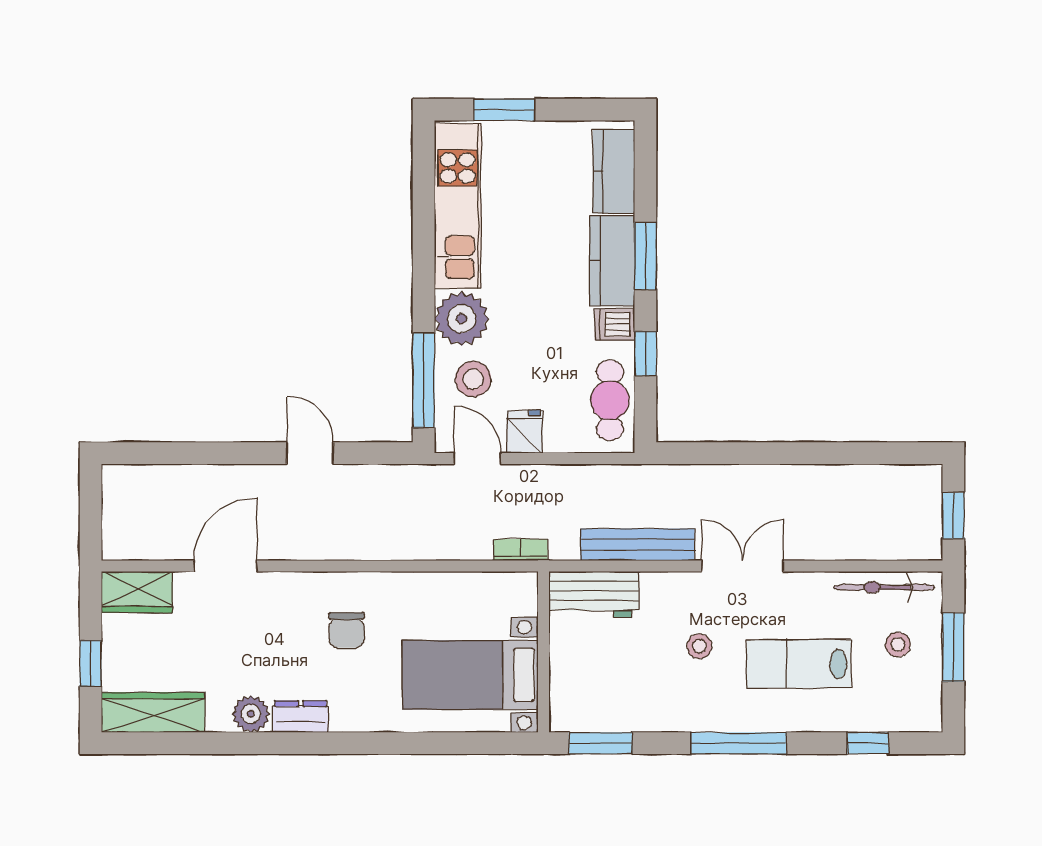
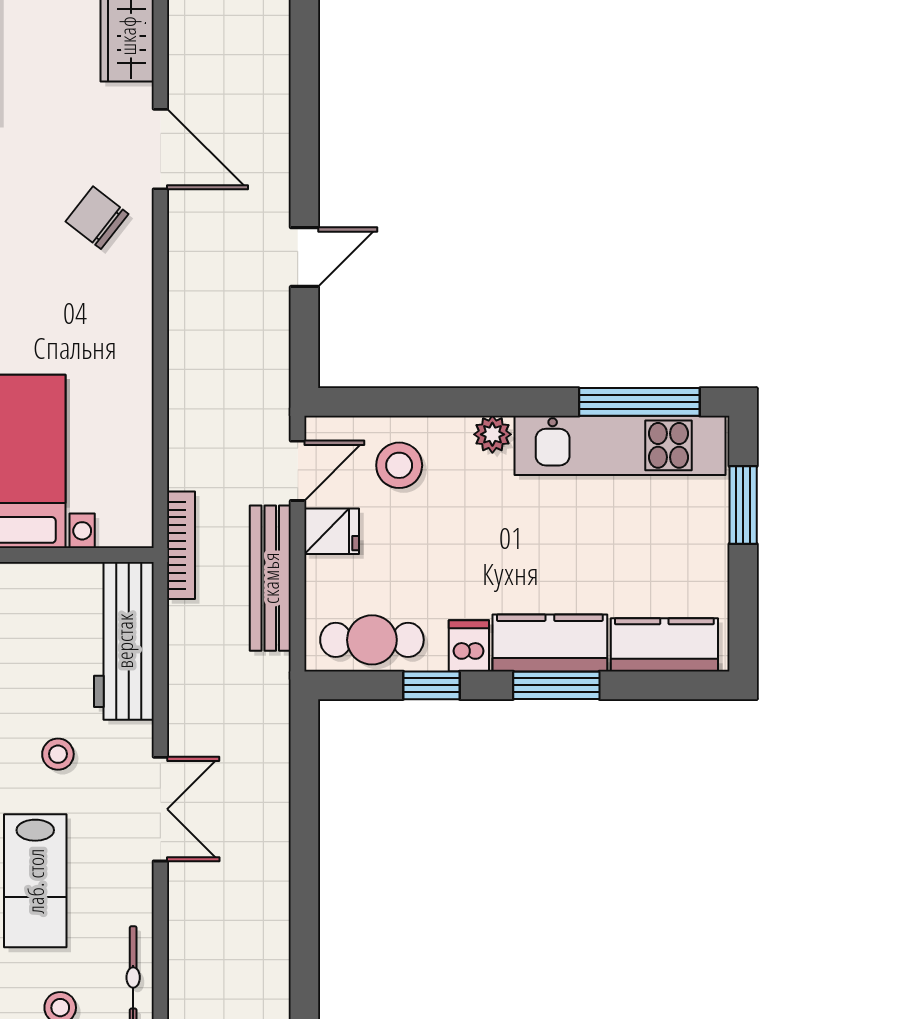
plant: (462, 319) -> (492, 434), width x0.53, depth x0.53
window: (424, 380) -> (639, 402), moved
bench: (638, 545) -> (270, 578), moved
bookcase: (521, 550) -> (181, 545), width x1.56
workbench: (594, 595) -> (124, 641), width x1.38
chair: (347, 630) -> (97, 218), moved, turned 38
lab bench: (799, 664) -> (35, 881), turned 180

